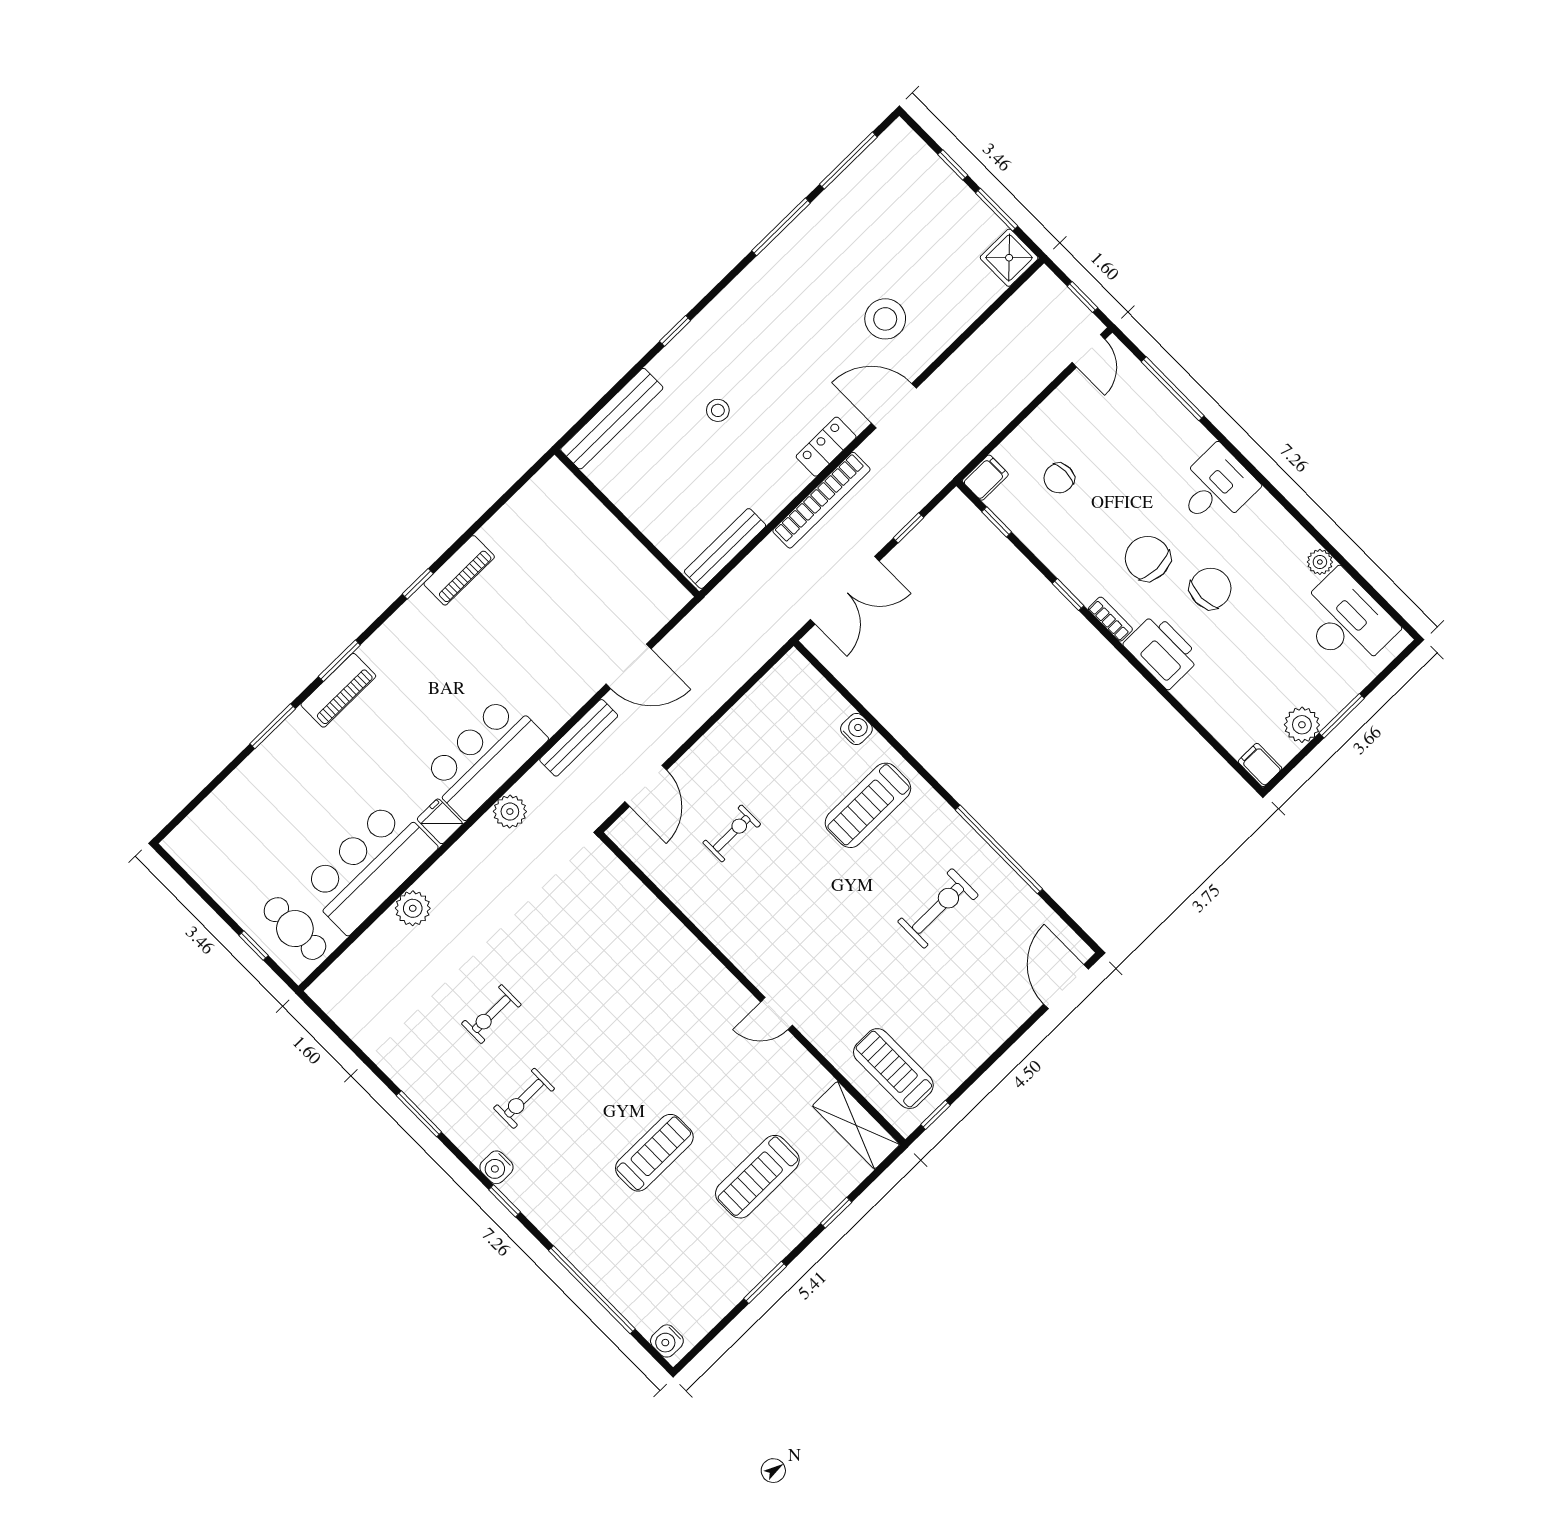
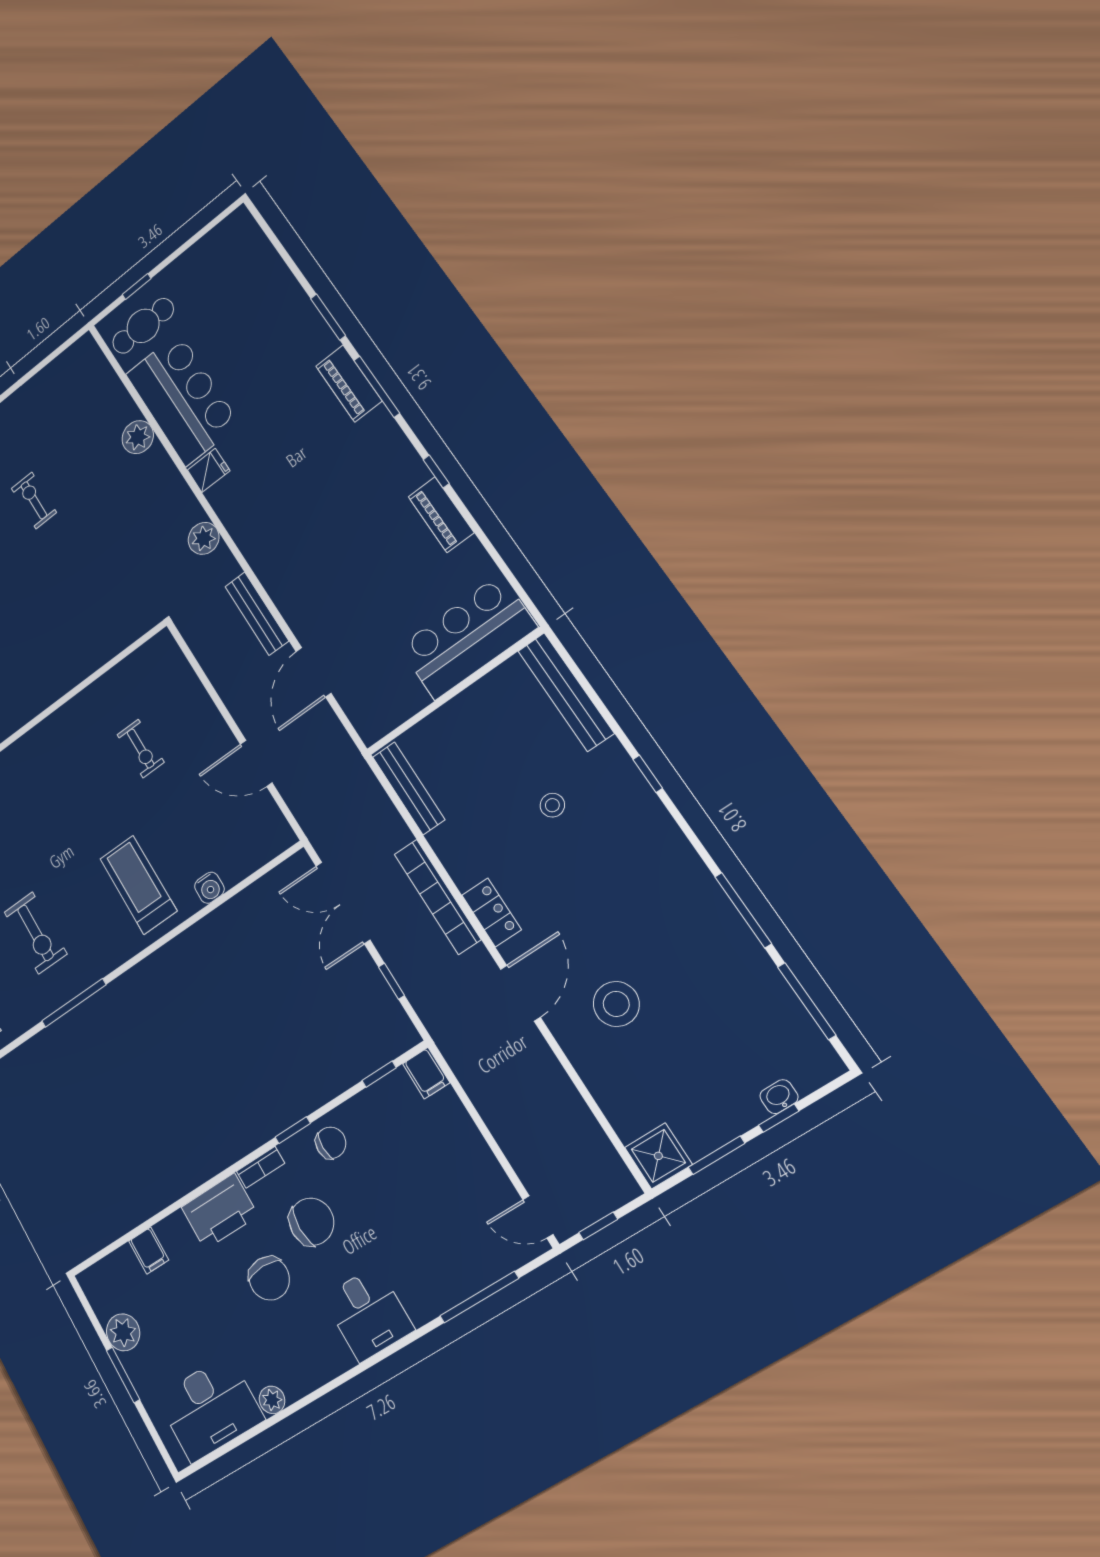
washbasin: (934, 168) -> (779, 1097), added
chair: (1059, 478) -> (331, 1143), moved, turned 90
window: (339, 661) -> (377, 387), width x1.44
bar counter: (484, 757) -> (468, 637), moved, turned -90
filing cabinet: (1260, 765) -> (149, 1251), moved, turned 90
door: (646, 786) -> (256, 763), moved
window: (999, 849) -> (74, 1003), width x0.68

